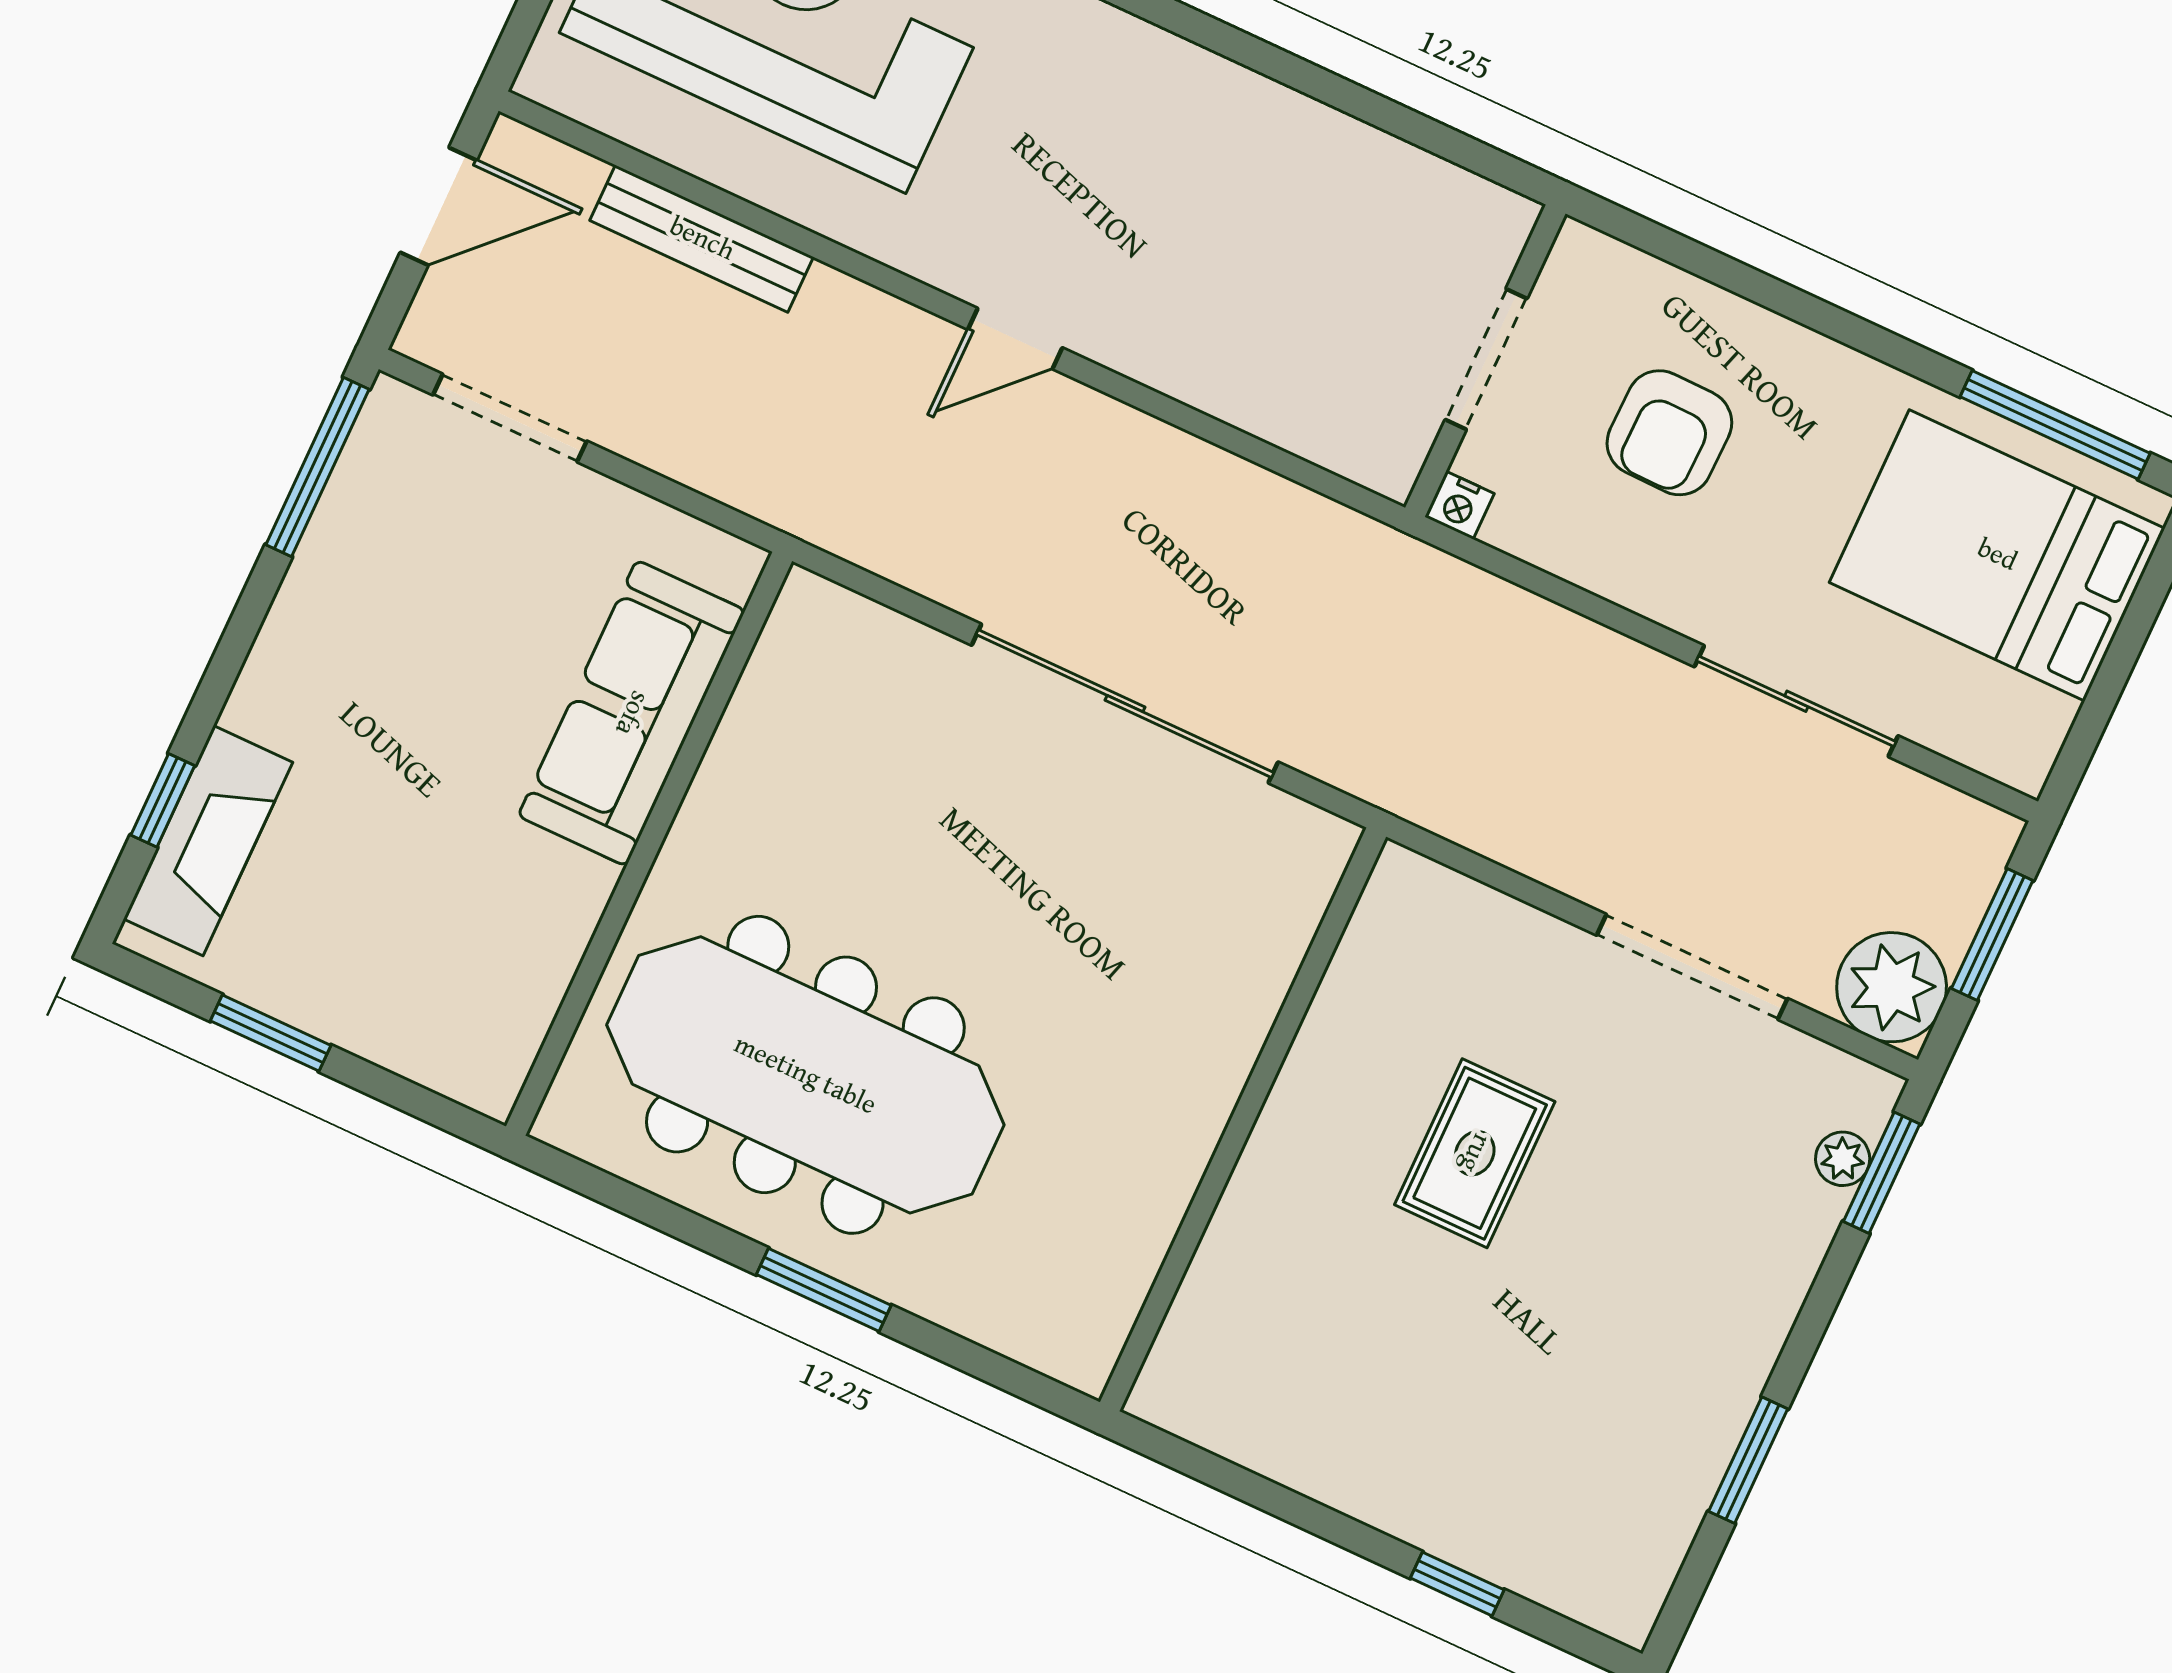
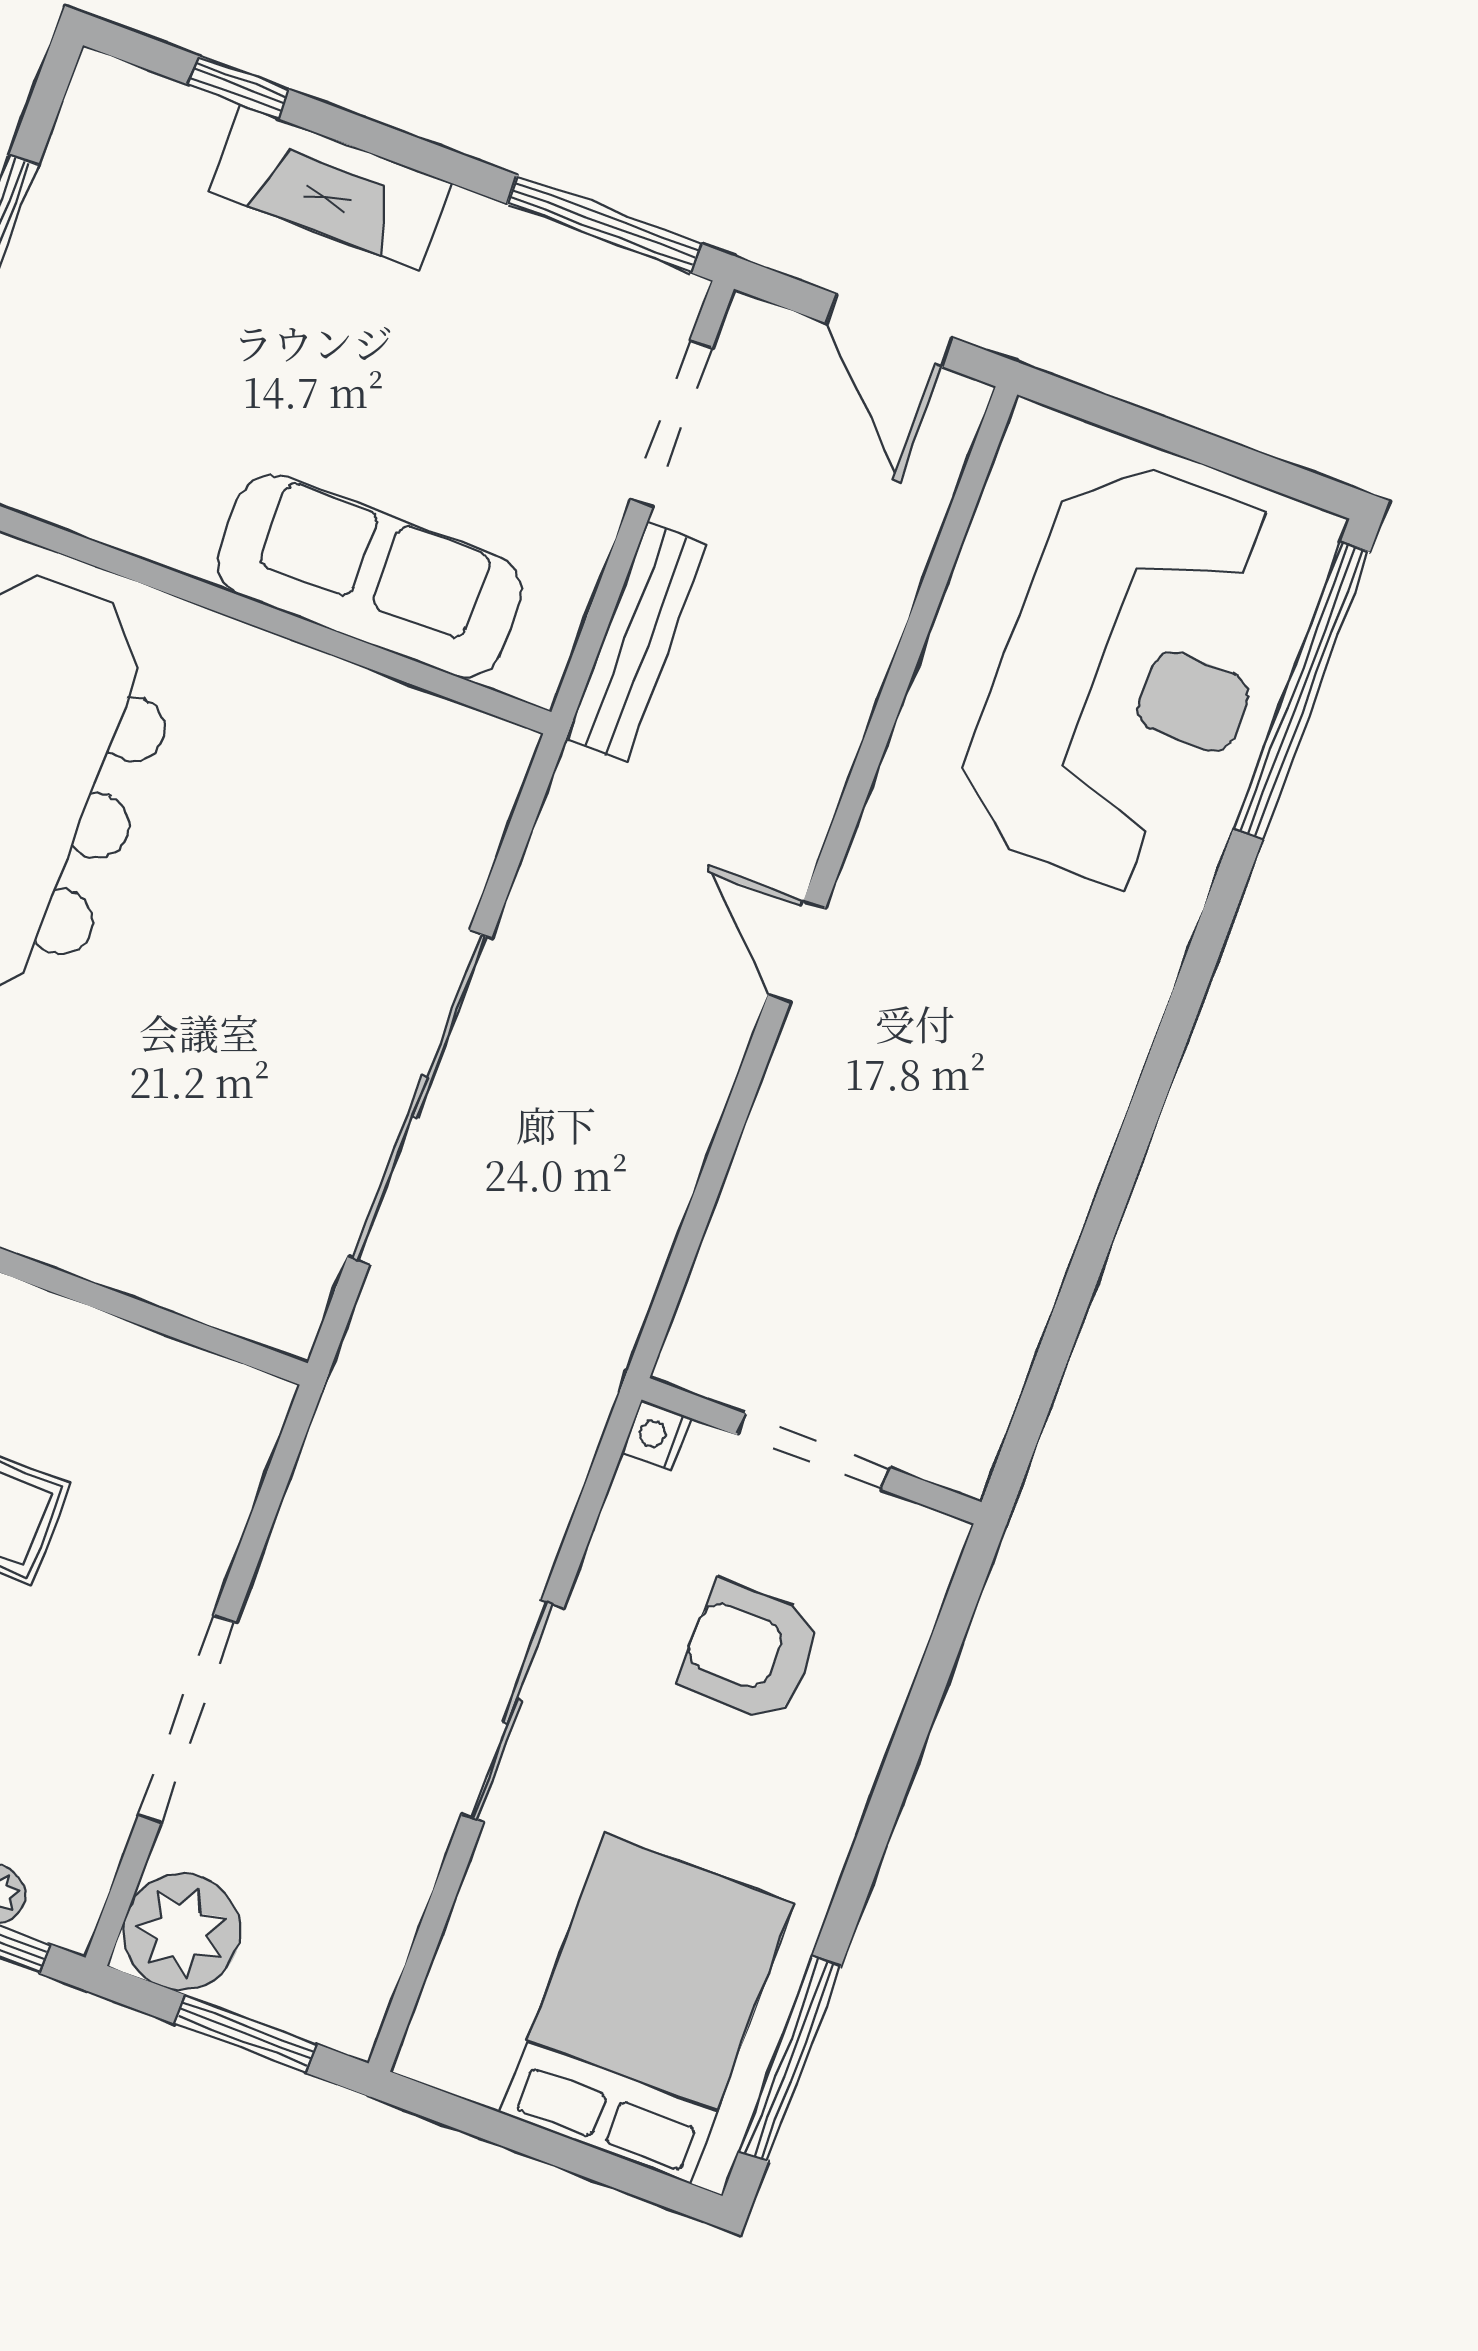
bench: (702, 239) -> (637, 642), moved
sliding door: (1796, 701) -> (513, 1711), moved
fireplace: (208, 841) -> (330, 187), moved

